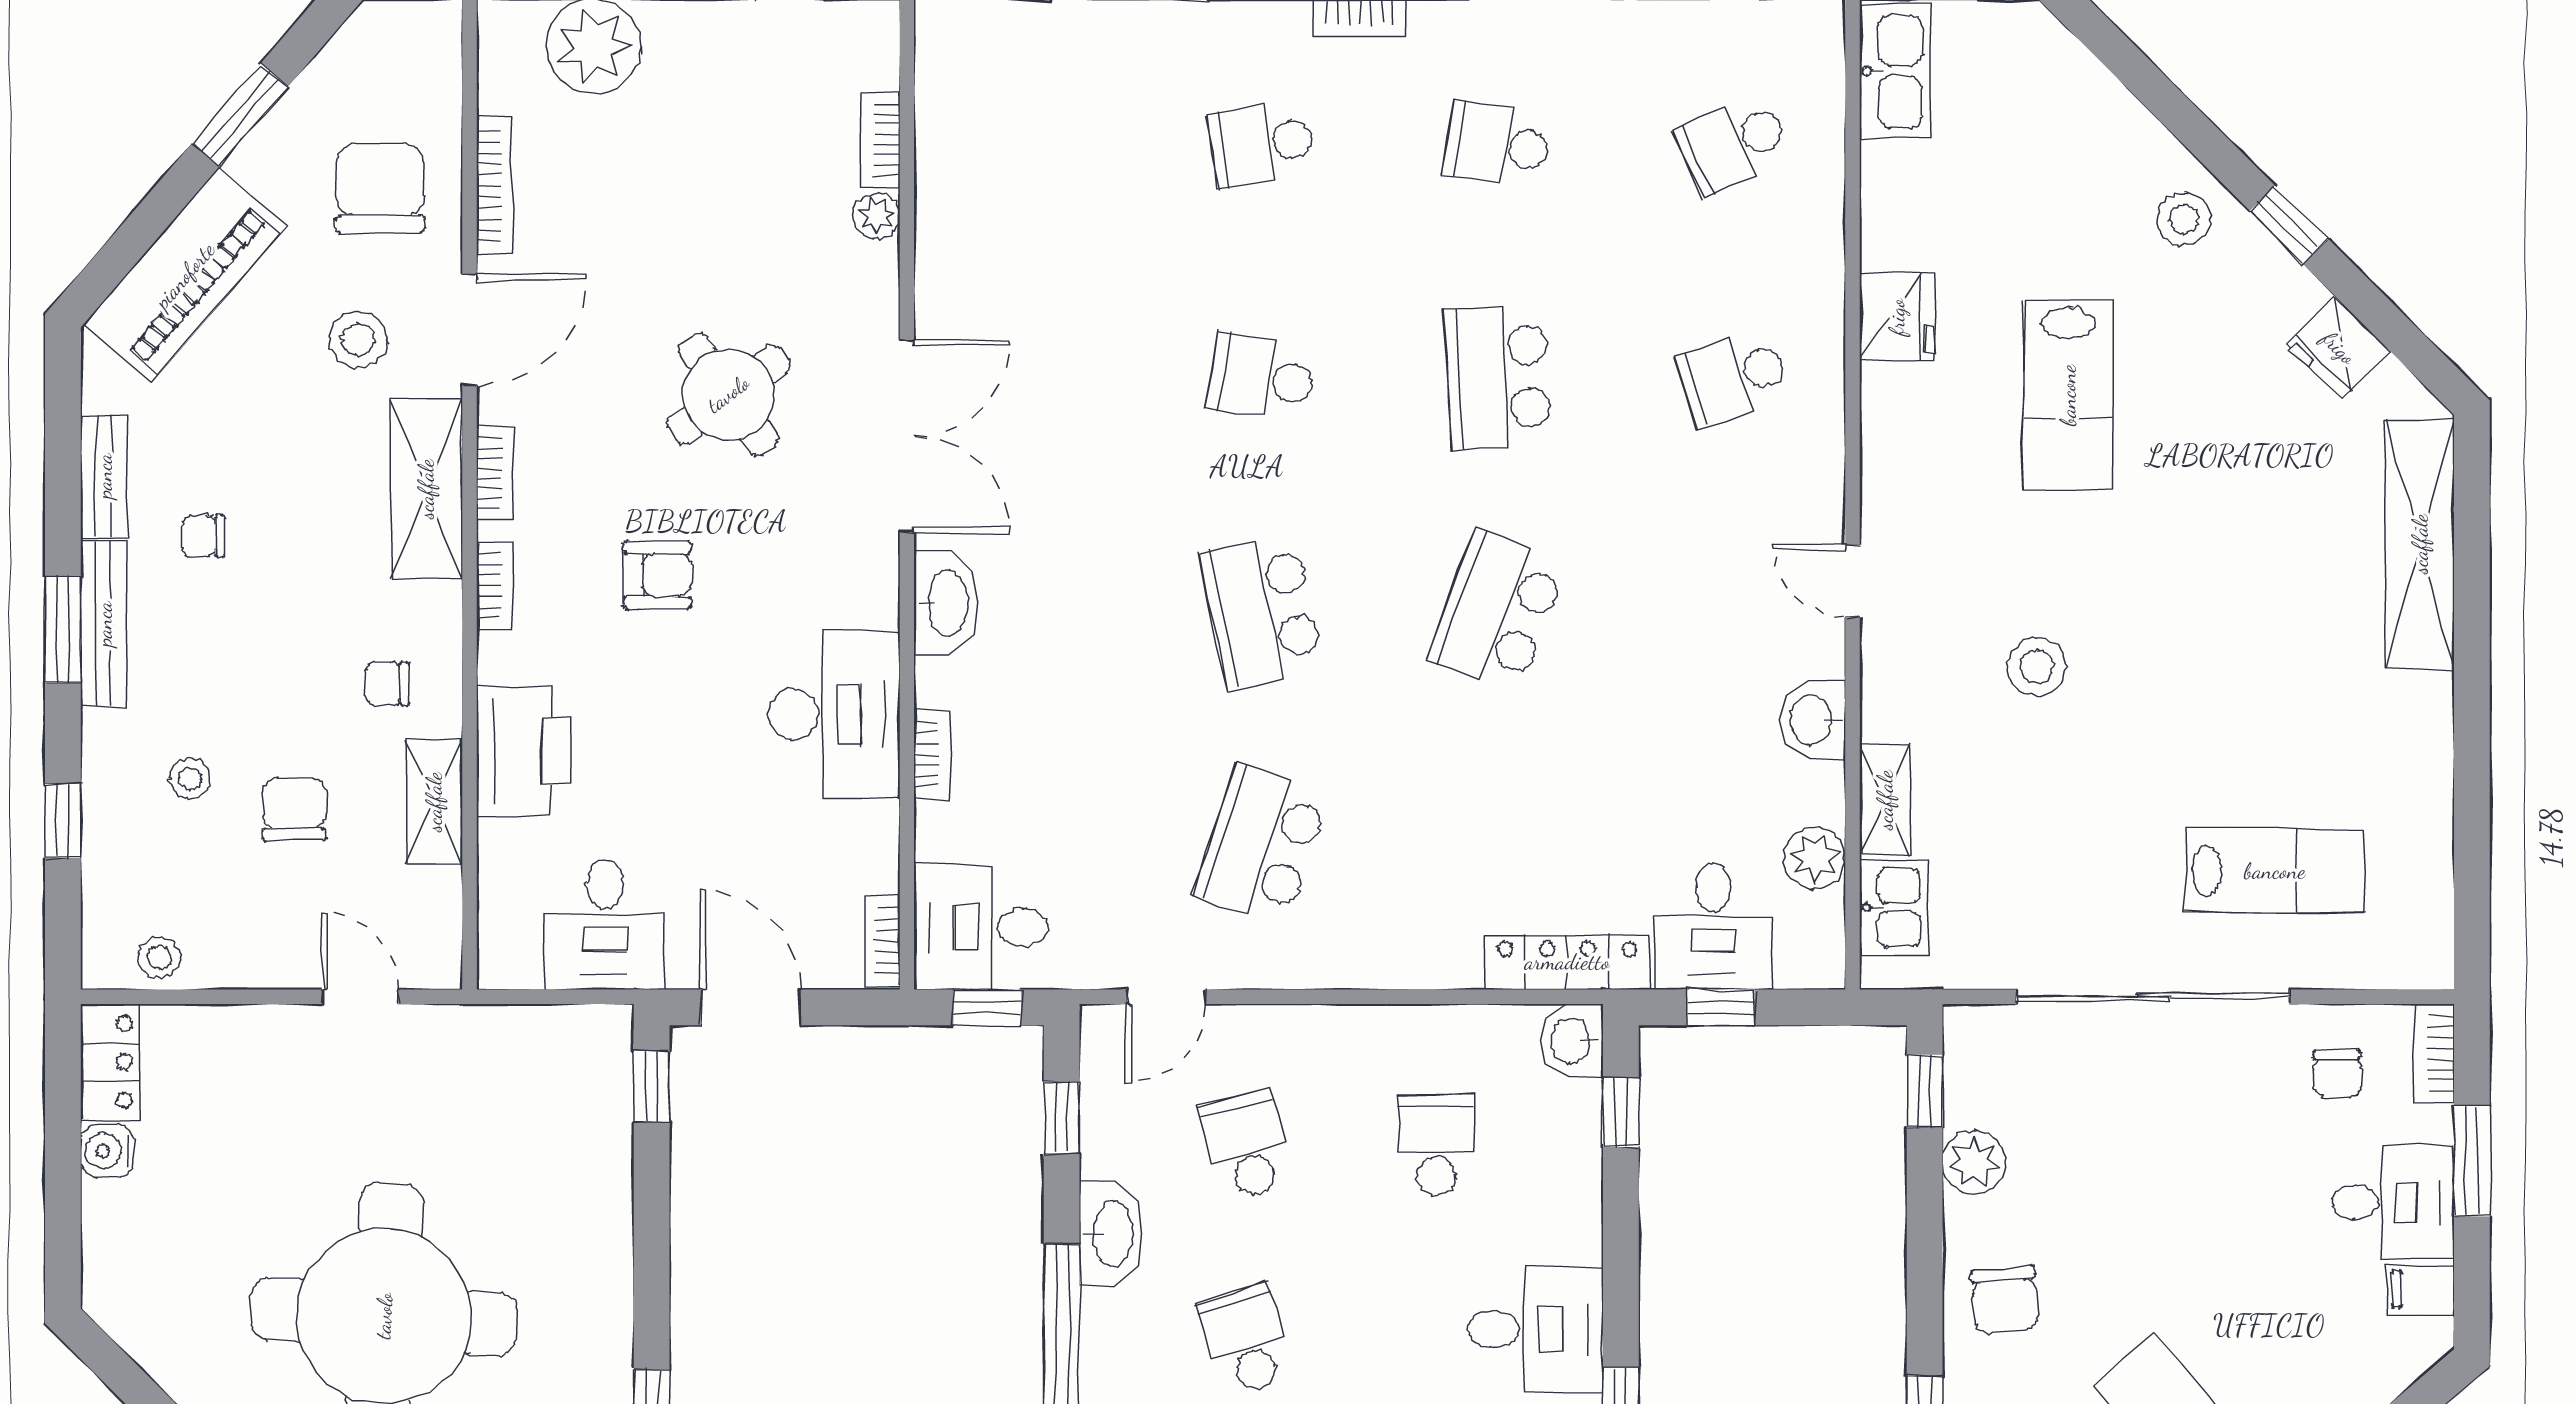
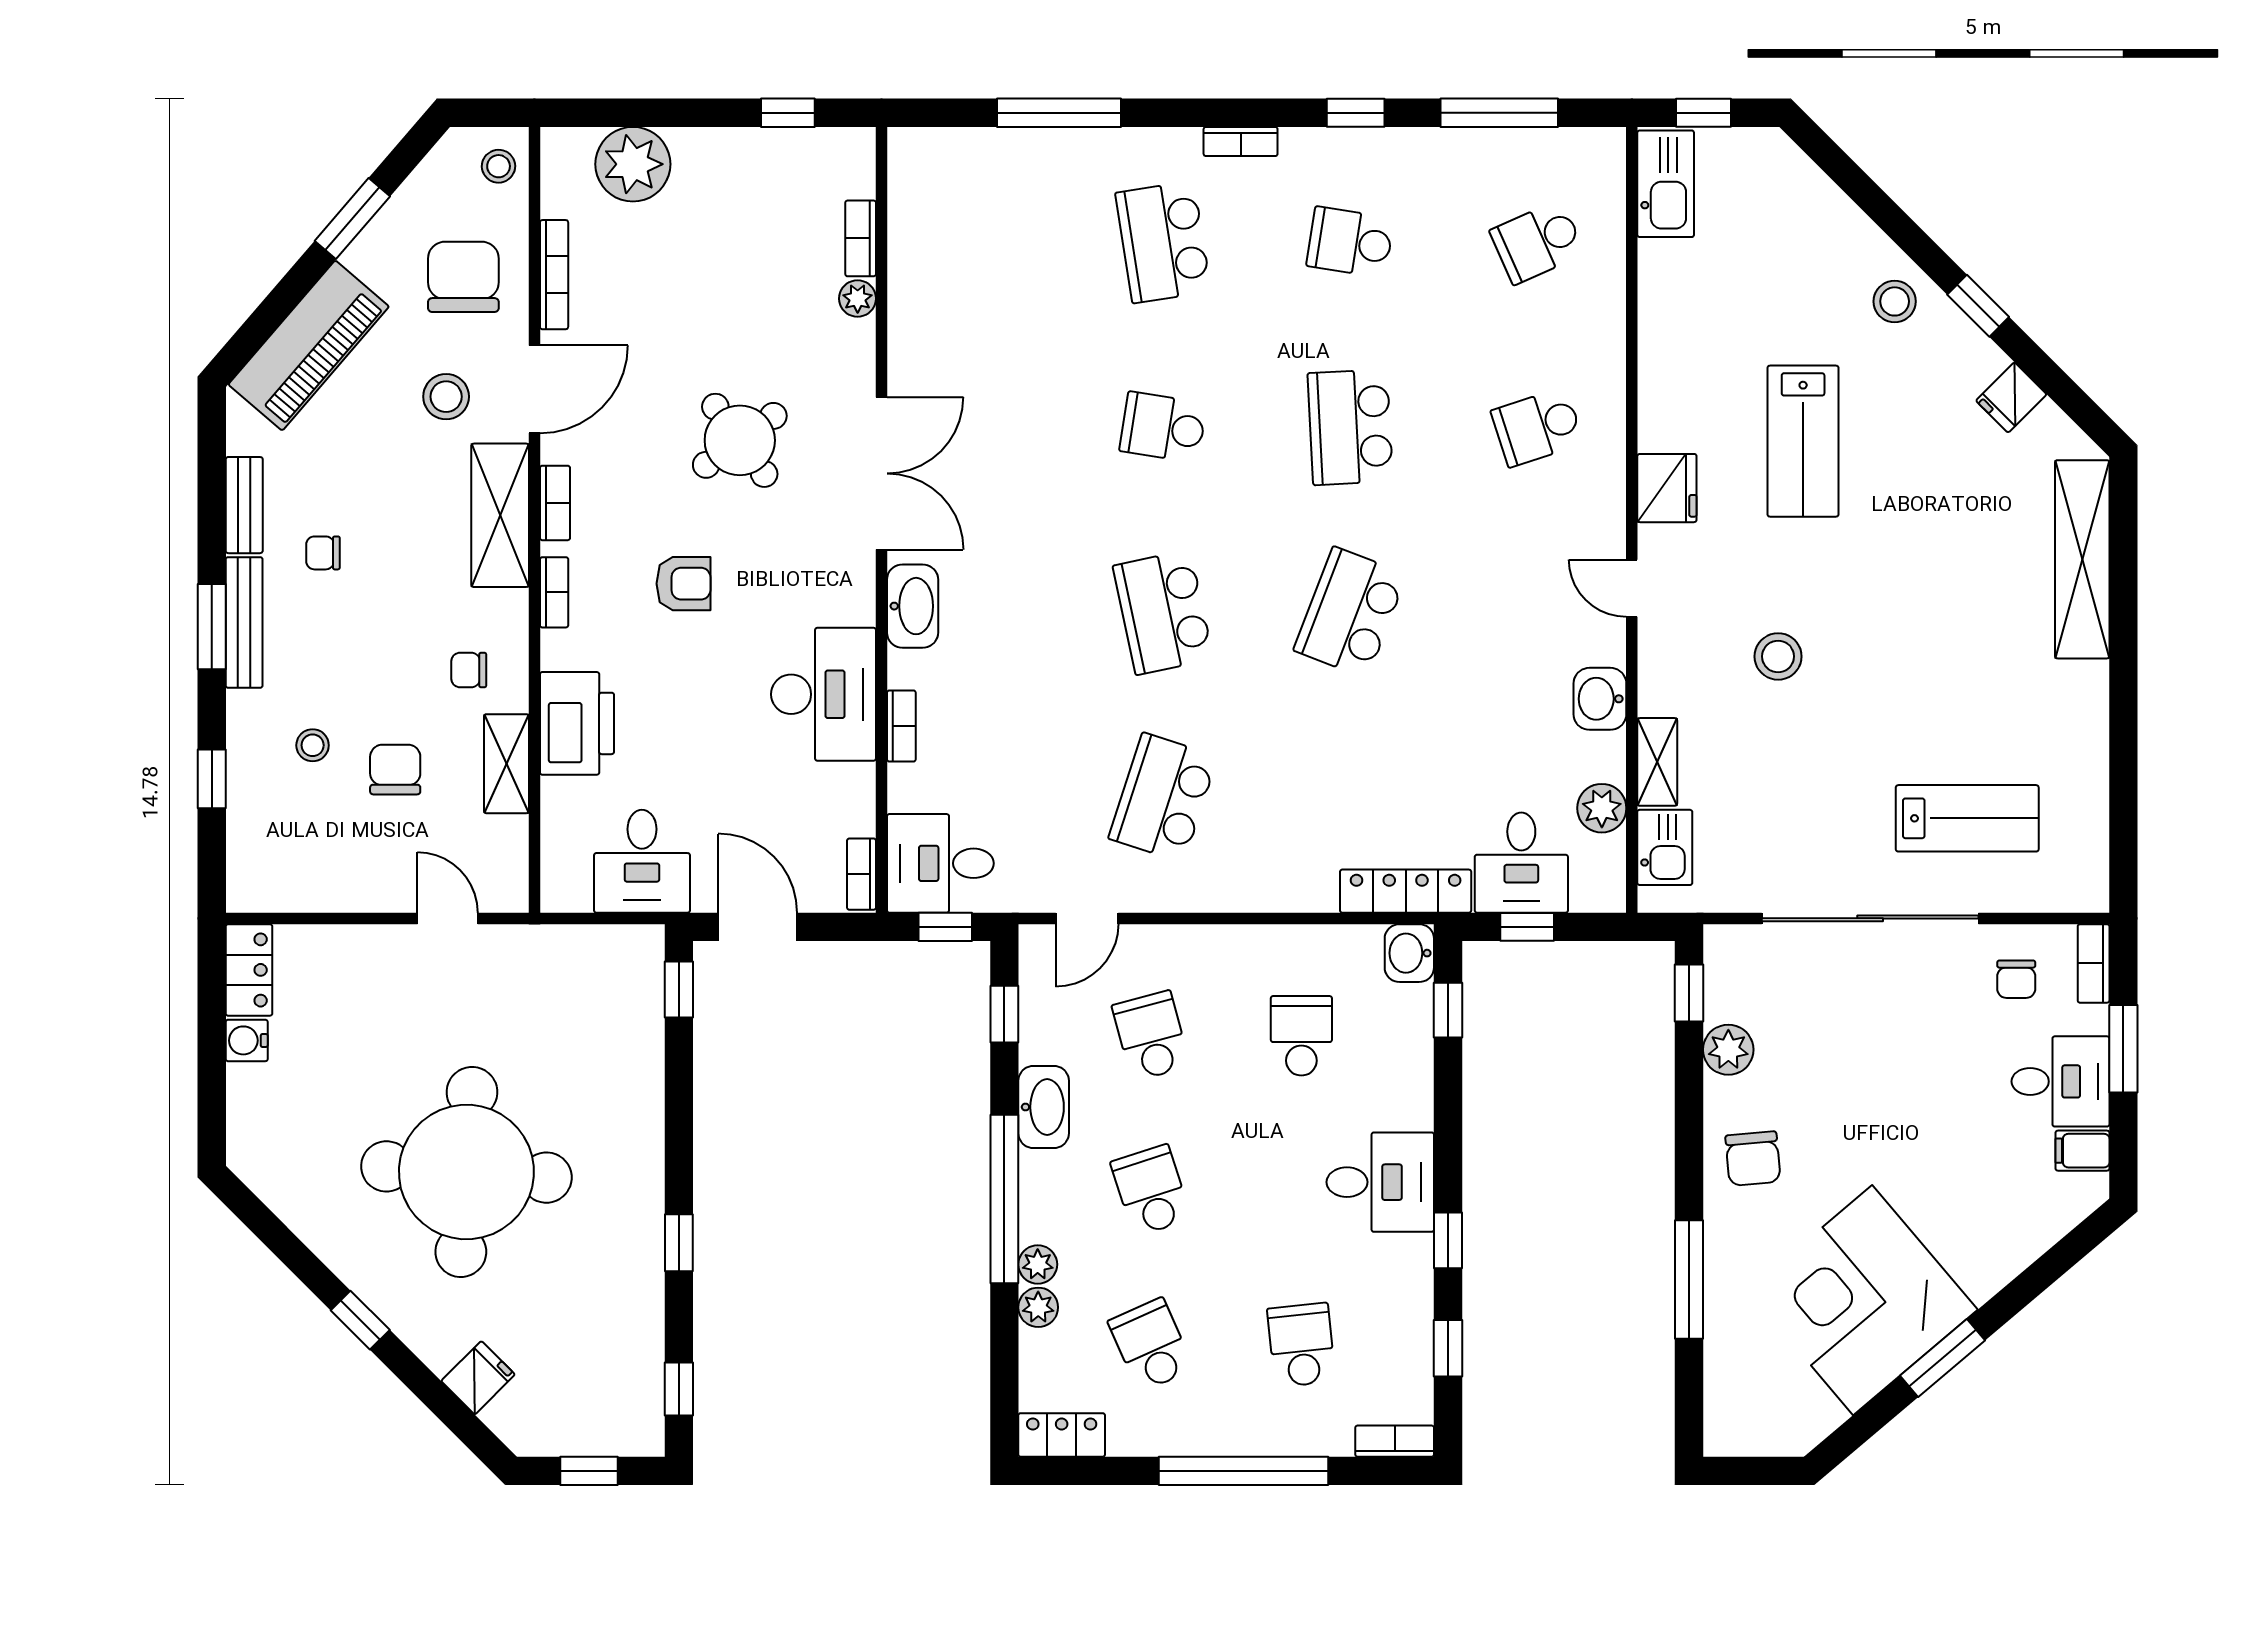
school desk: (1262, 144) -> (1163, 242), width x1.85
fridge: (1897, 317) -> (1667, 488), moved
fridge: (2339, 348) -> (2011, 397), width x0.72
stool: (159, 957) -> (499, 166), moved

